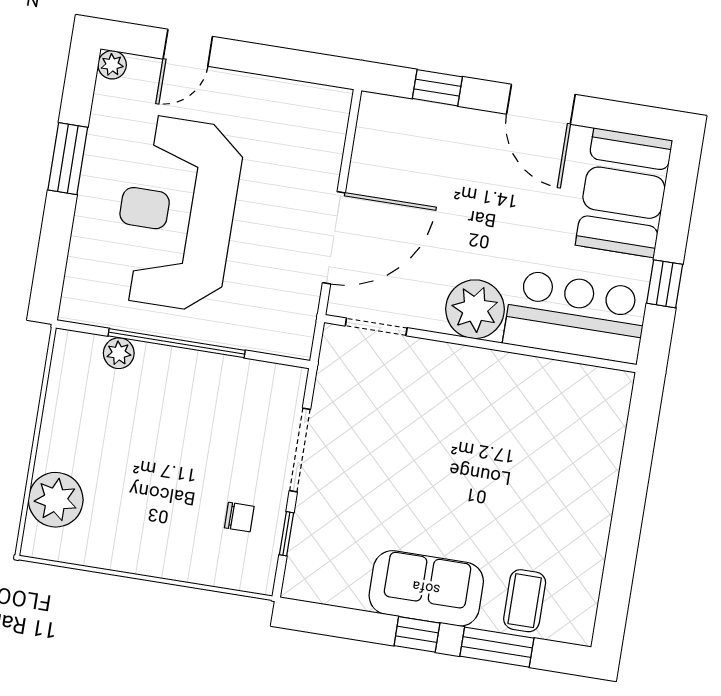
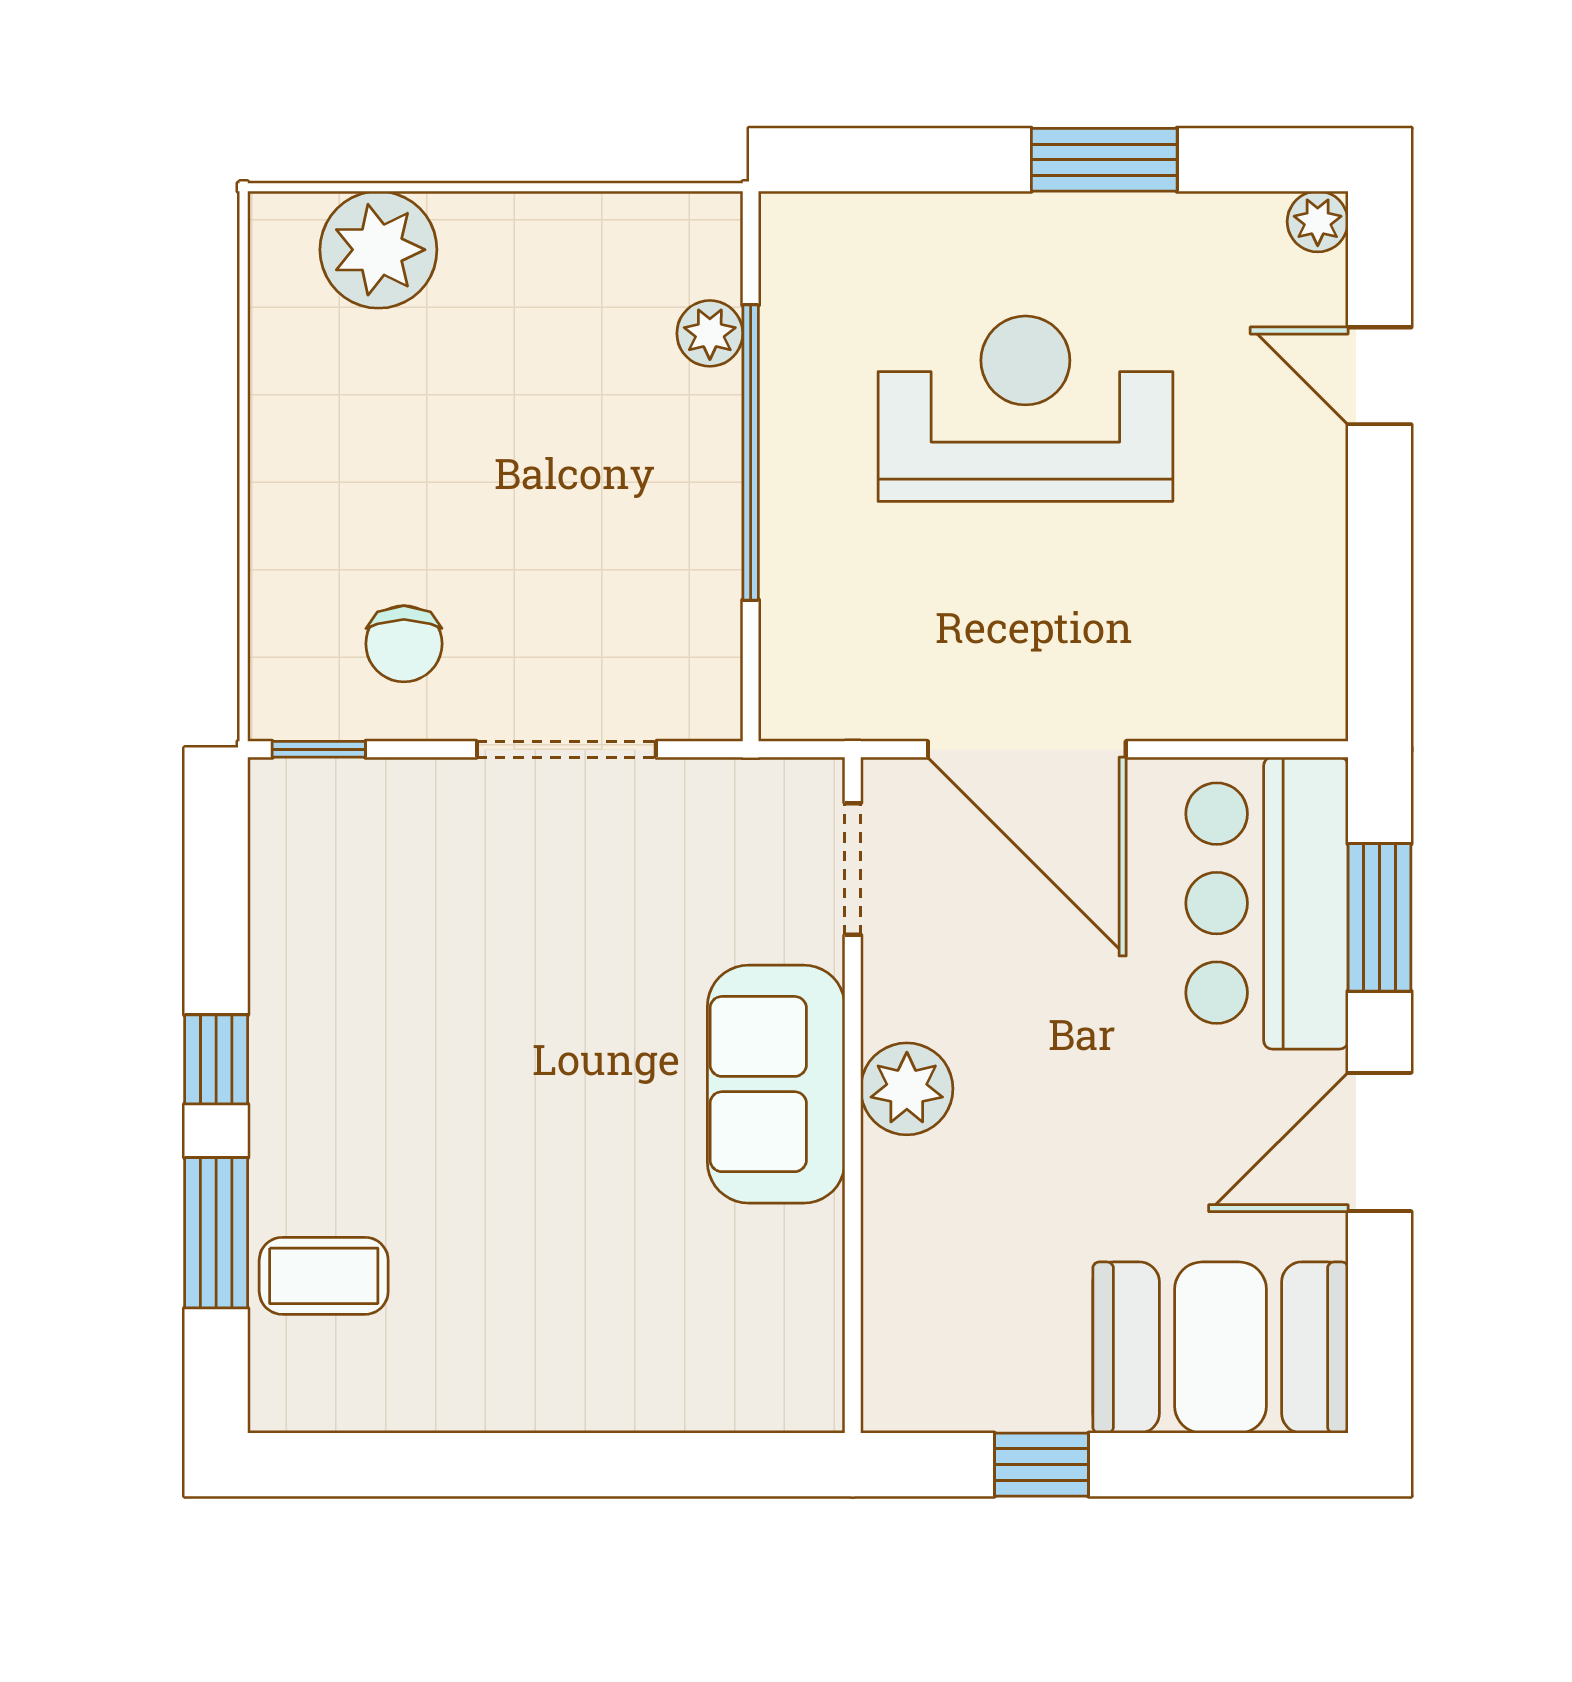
window: (437, 88) -> (1379, 917), width x1.50
reception desk: (177, 213) -> (1025, 409), width x0.74, depth x0.77
plant: (475, 309) -> (907, 1089), width x0.73, depth x0.73
bar counter: (575, 317) -> (1267, 903), moved, turned 180
chair: (239, 517) -> (404, 644), width x1.37, depth x1.37
window: (286, 534) -> (319, 749), moved
sofa: (426, 588) -> (776, 1084), moved, turned 180

